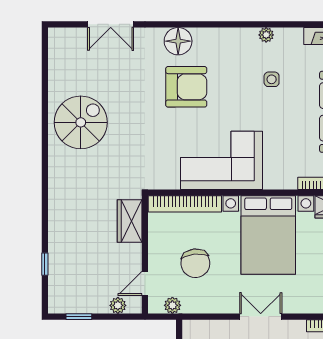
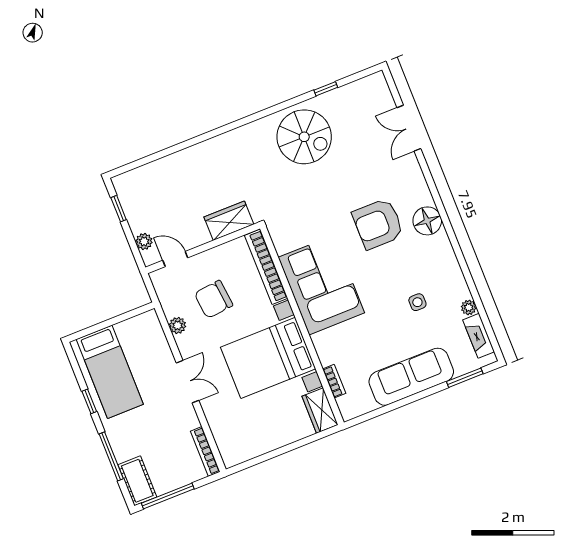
plant: (266, 35) -> (469, 307), moved
floor lamp: (178, 41) -> (427, 221), moved
armchair: (186, 87) -> (378, 224), turned 90
window: (45, 264) -> (326, 89), moved
plant: (172, 305) -> (178, 325), moved

